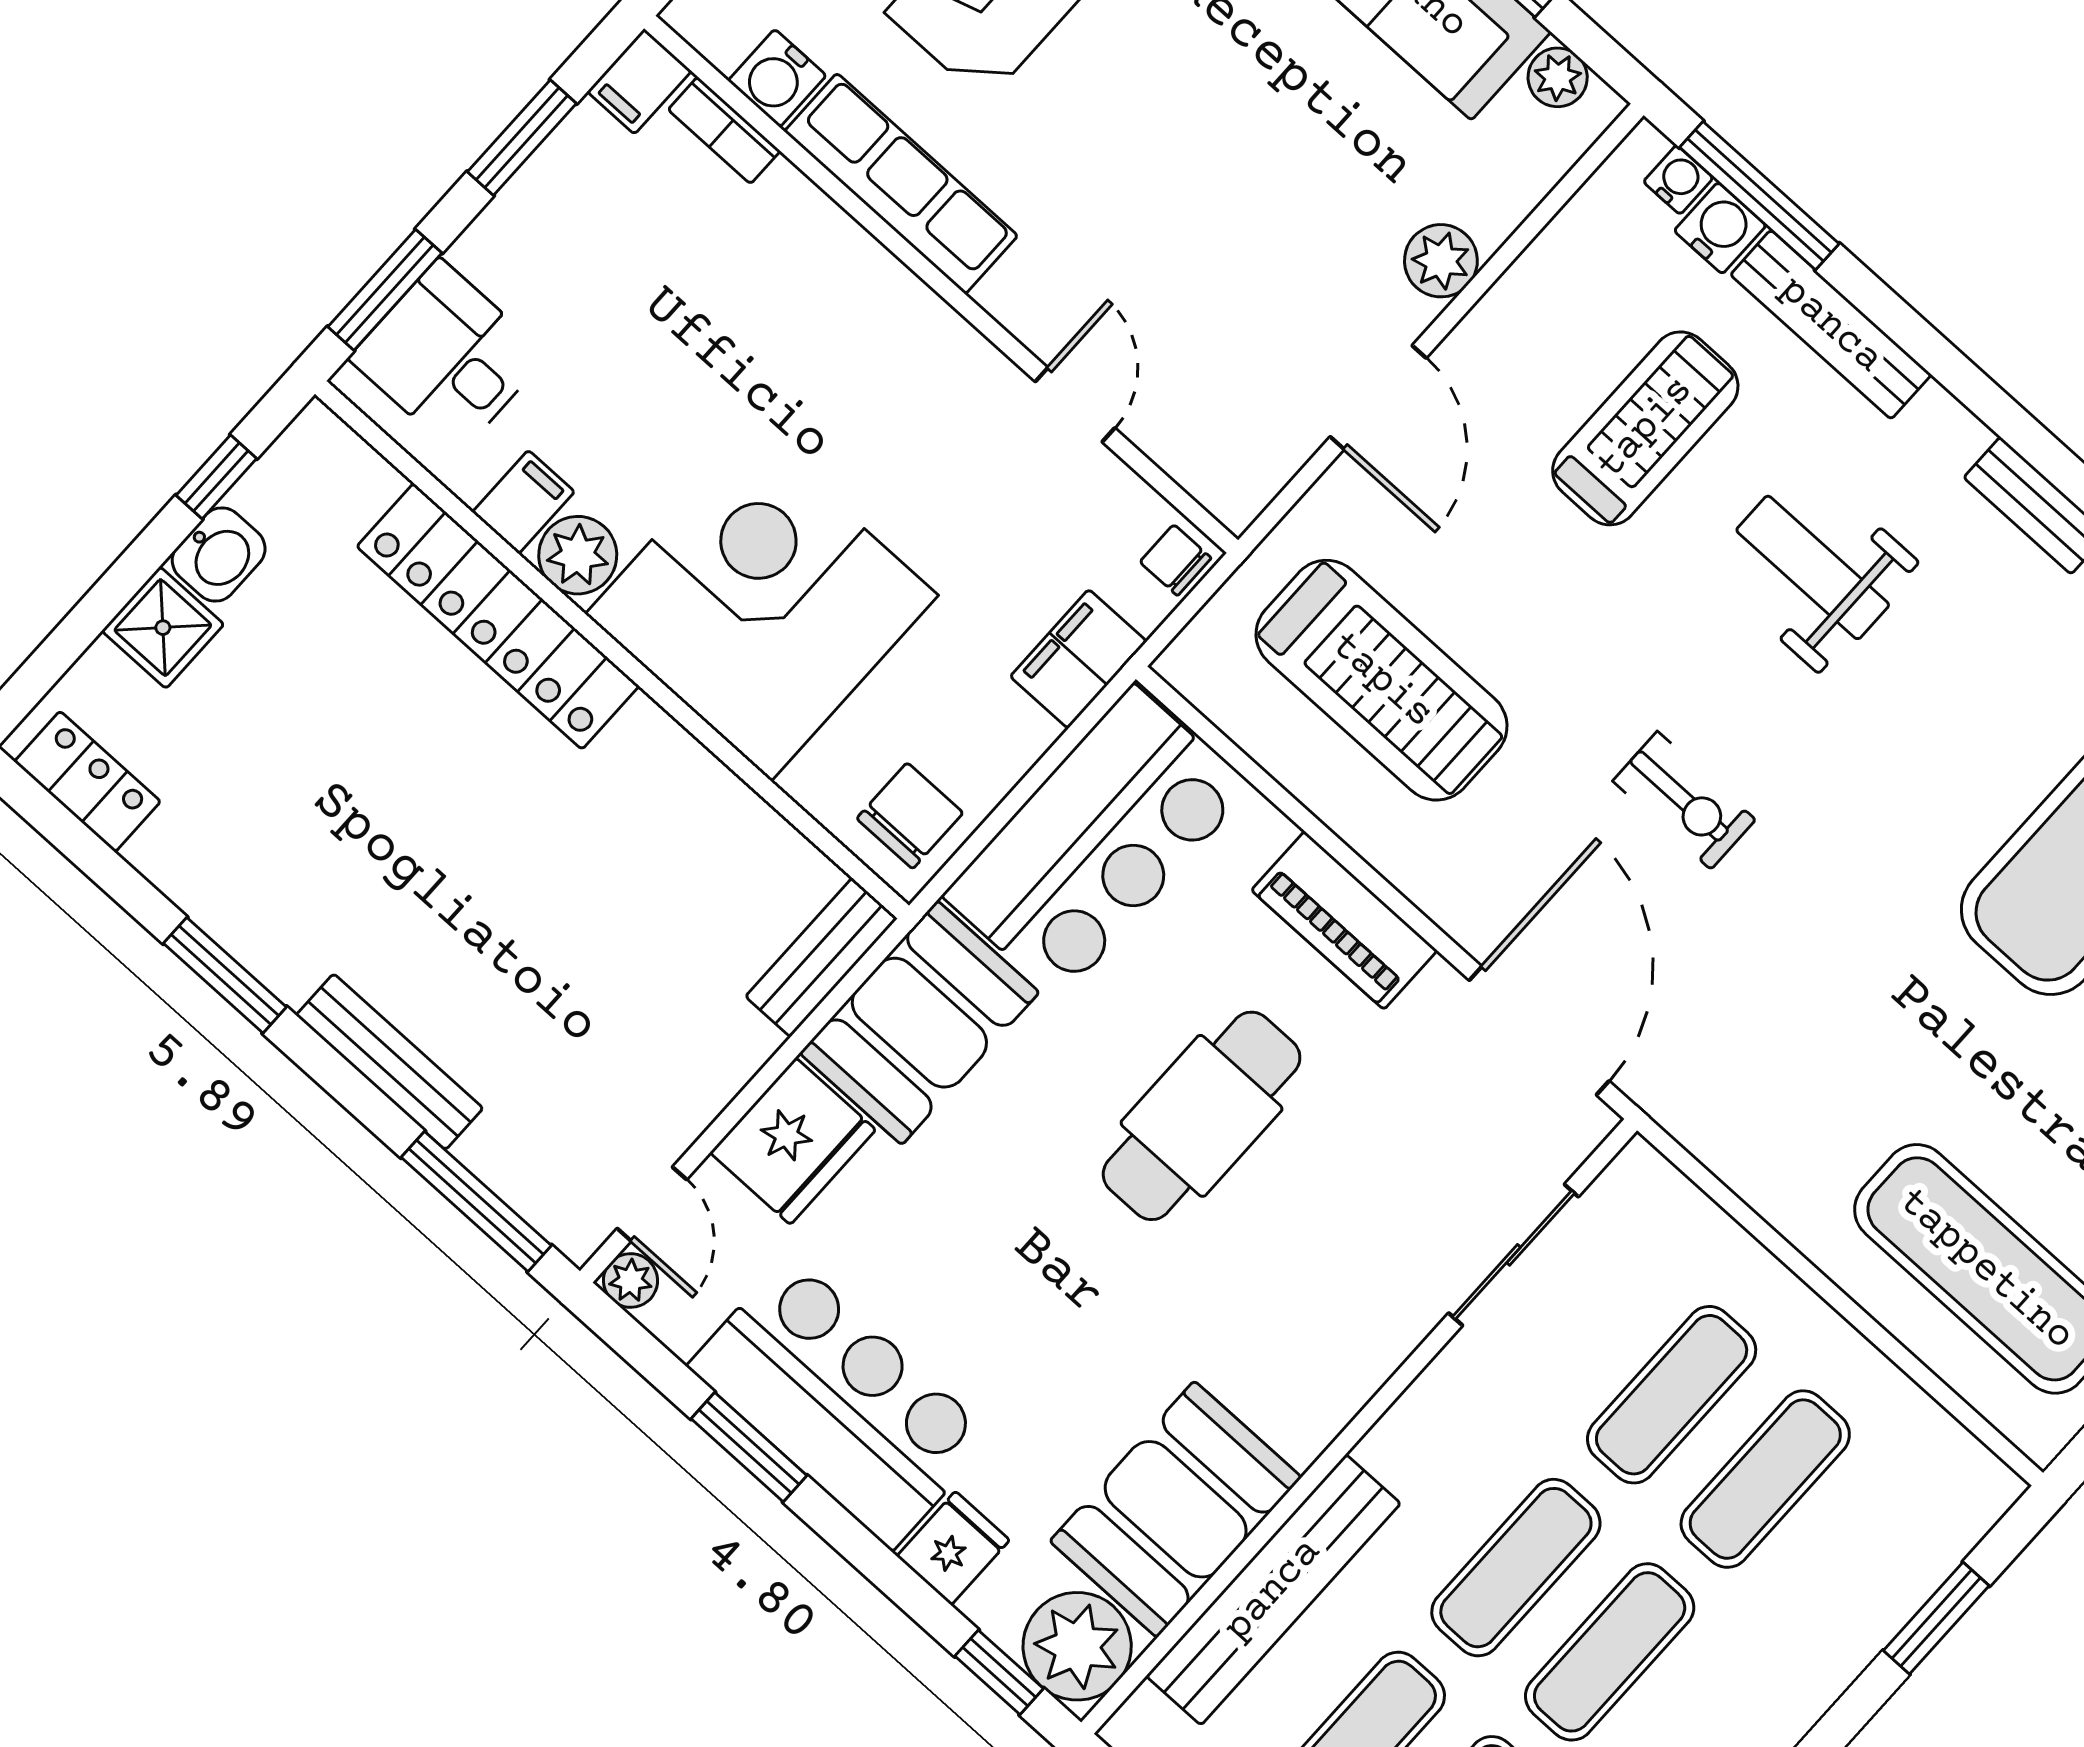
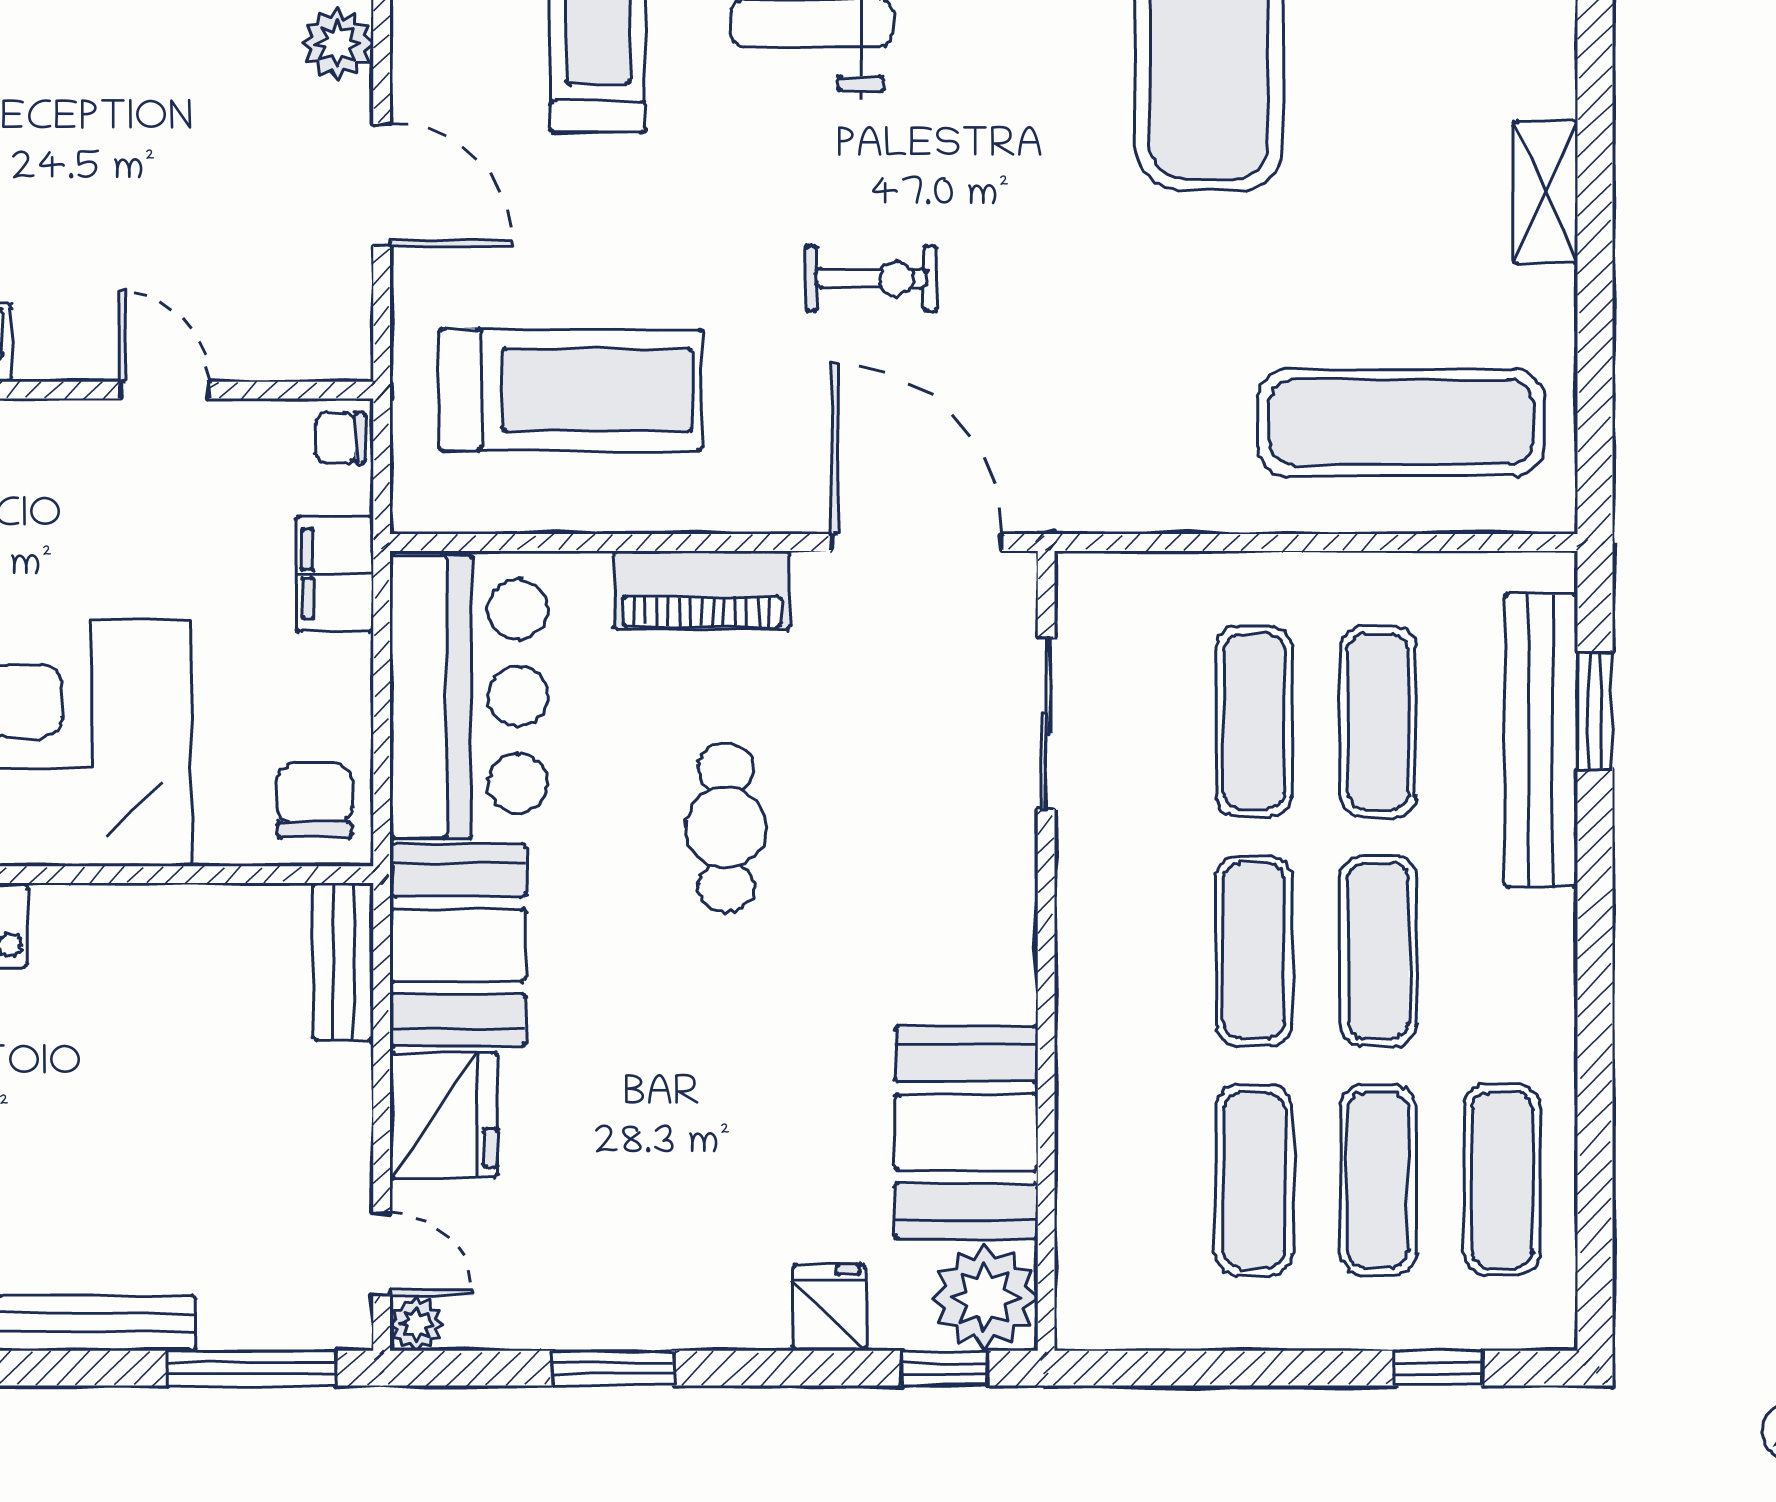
cafe table: (1202, 1116) -> (726, 827), width x0.73, depth x0.74
bar counter: (840, 1402) -> (650, 1275), removed
bench: (1273, 1590) -> (1541, 741), moved

